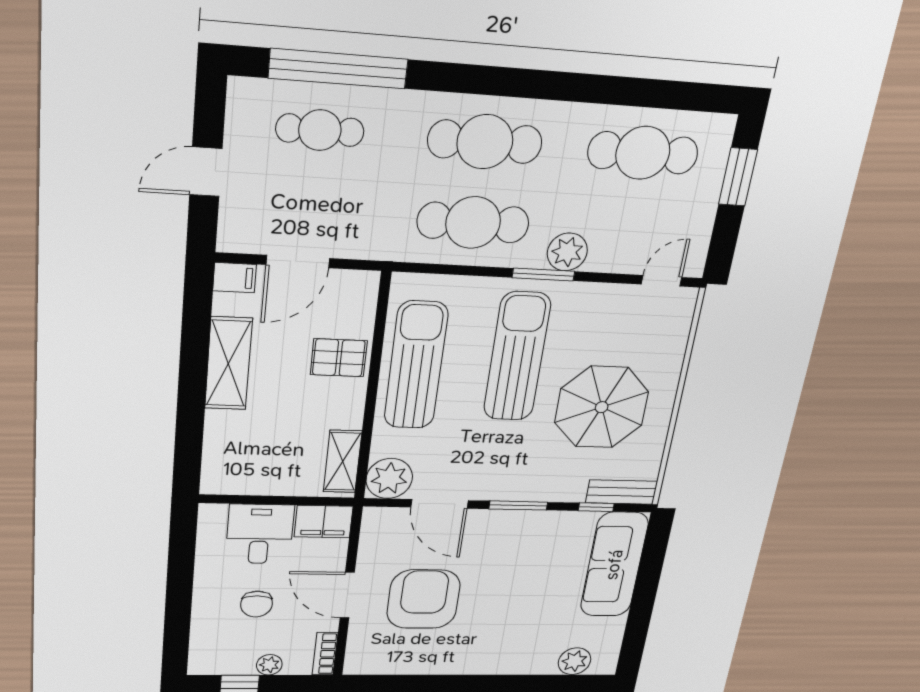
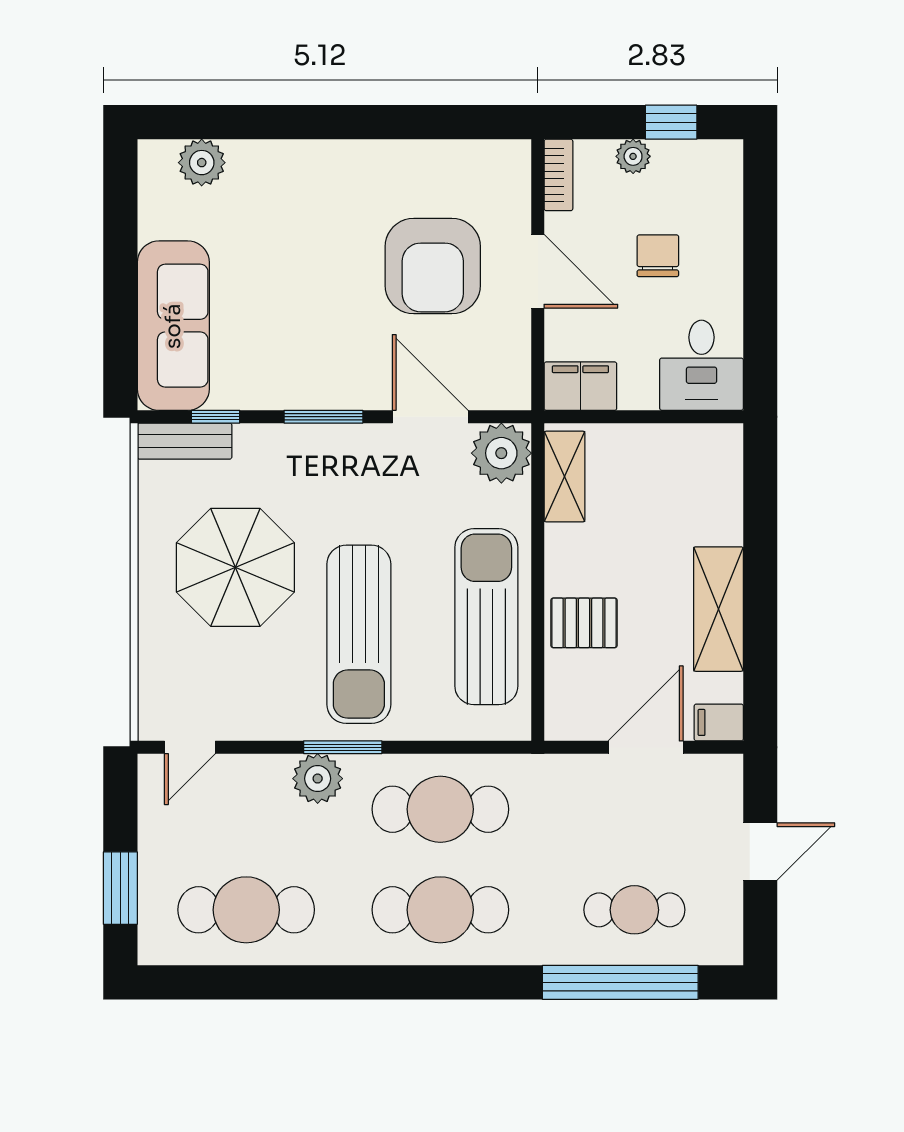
sun lounger: (416, 365) -> (486, 617), turned 180
desk: (260, 534) -> (701, 365), moved

